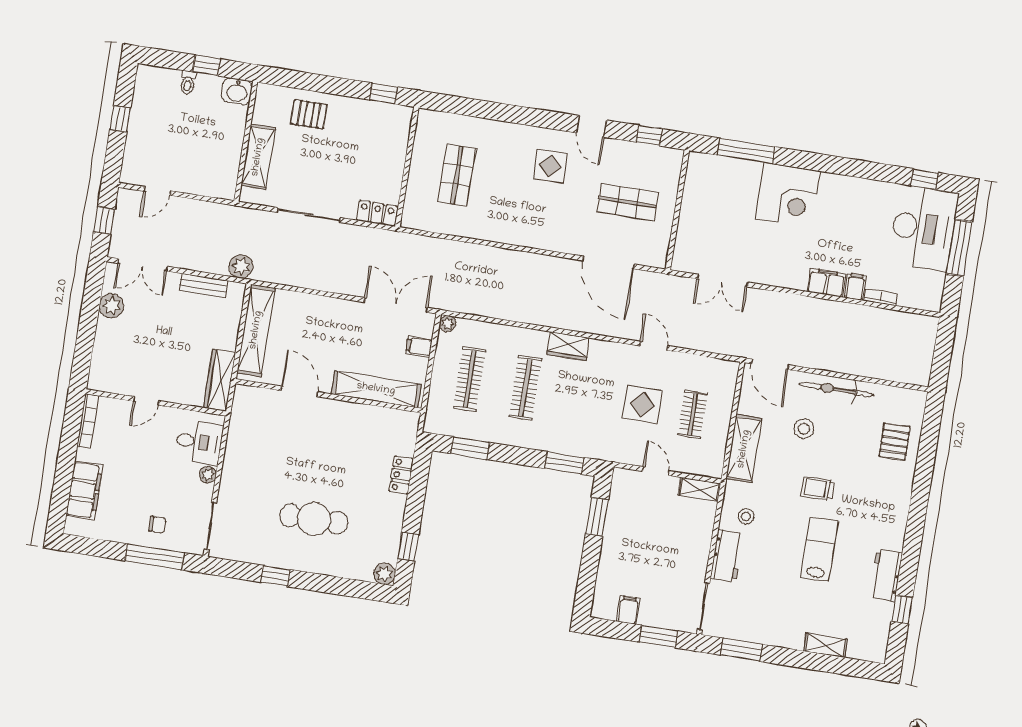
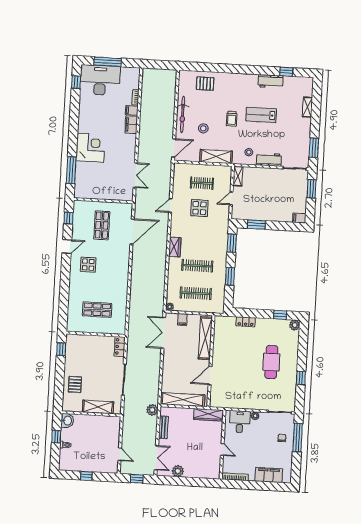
window: (470, 448) -> (230, 276), moved
filing cabinet: (628, 610) -> (299, 218), moved

